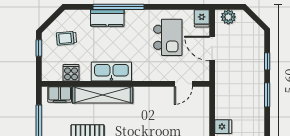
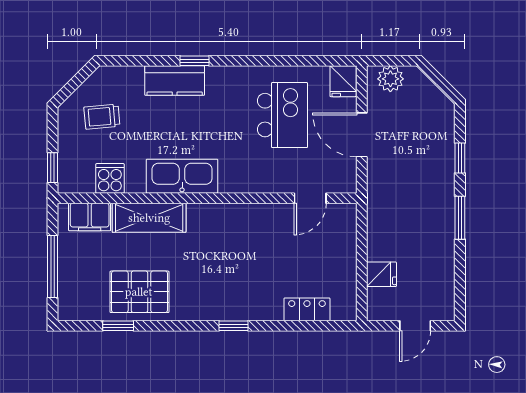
window: (118, 7) -> (194, 61), width x0.32
window: (39, 48) -> (53, 168), moved
shelving: (103, 95) -> (149, 218), width x0.68

